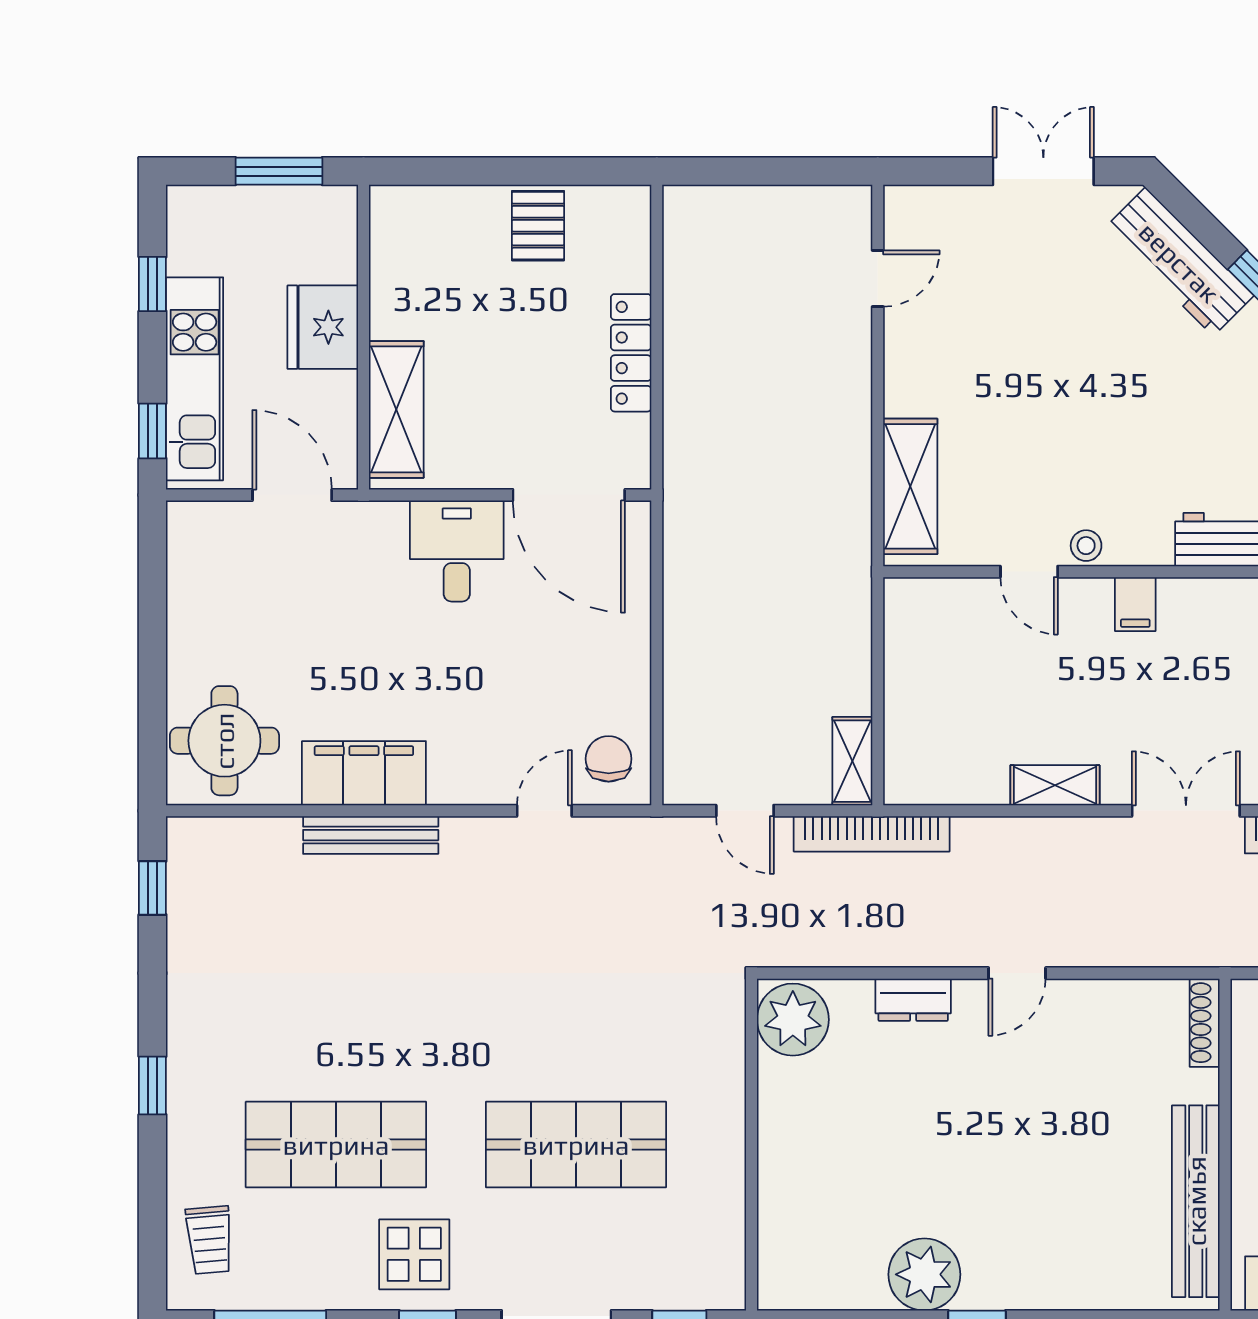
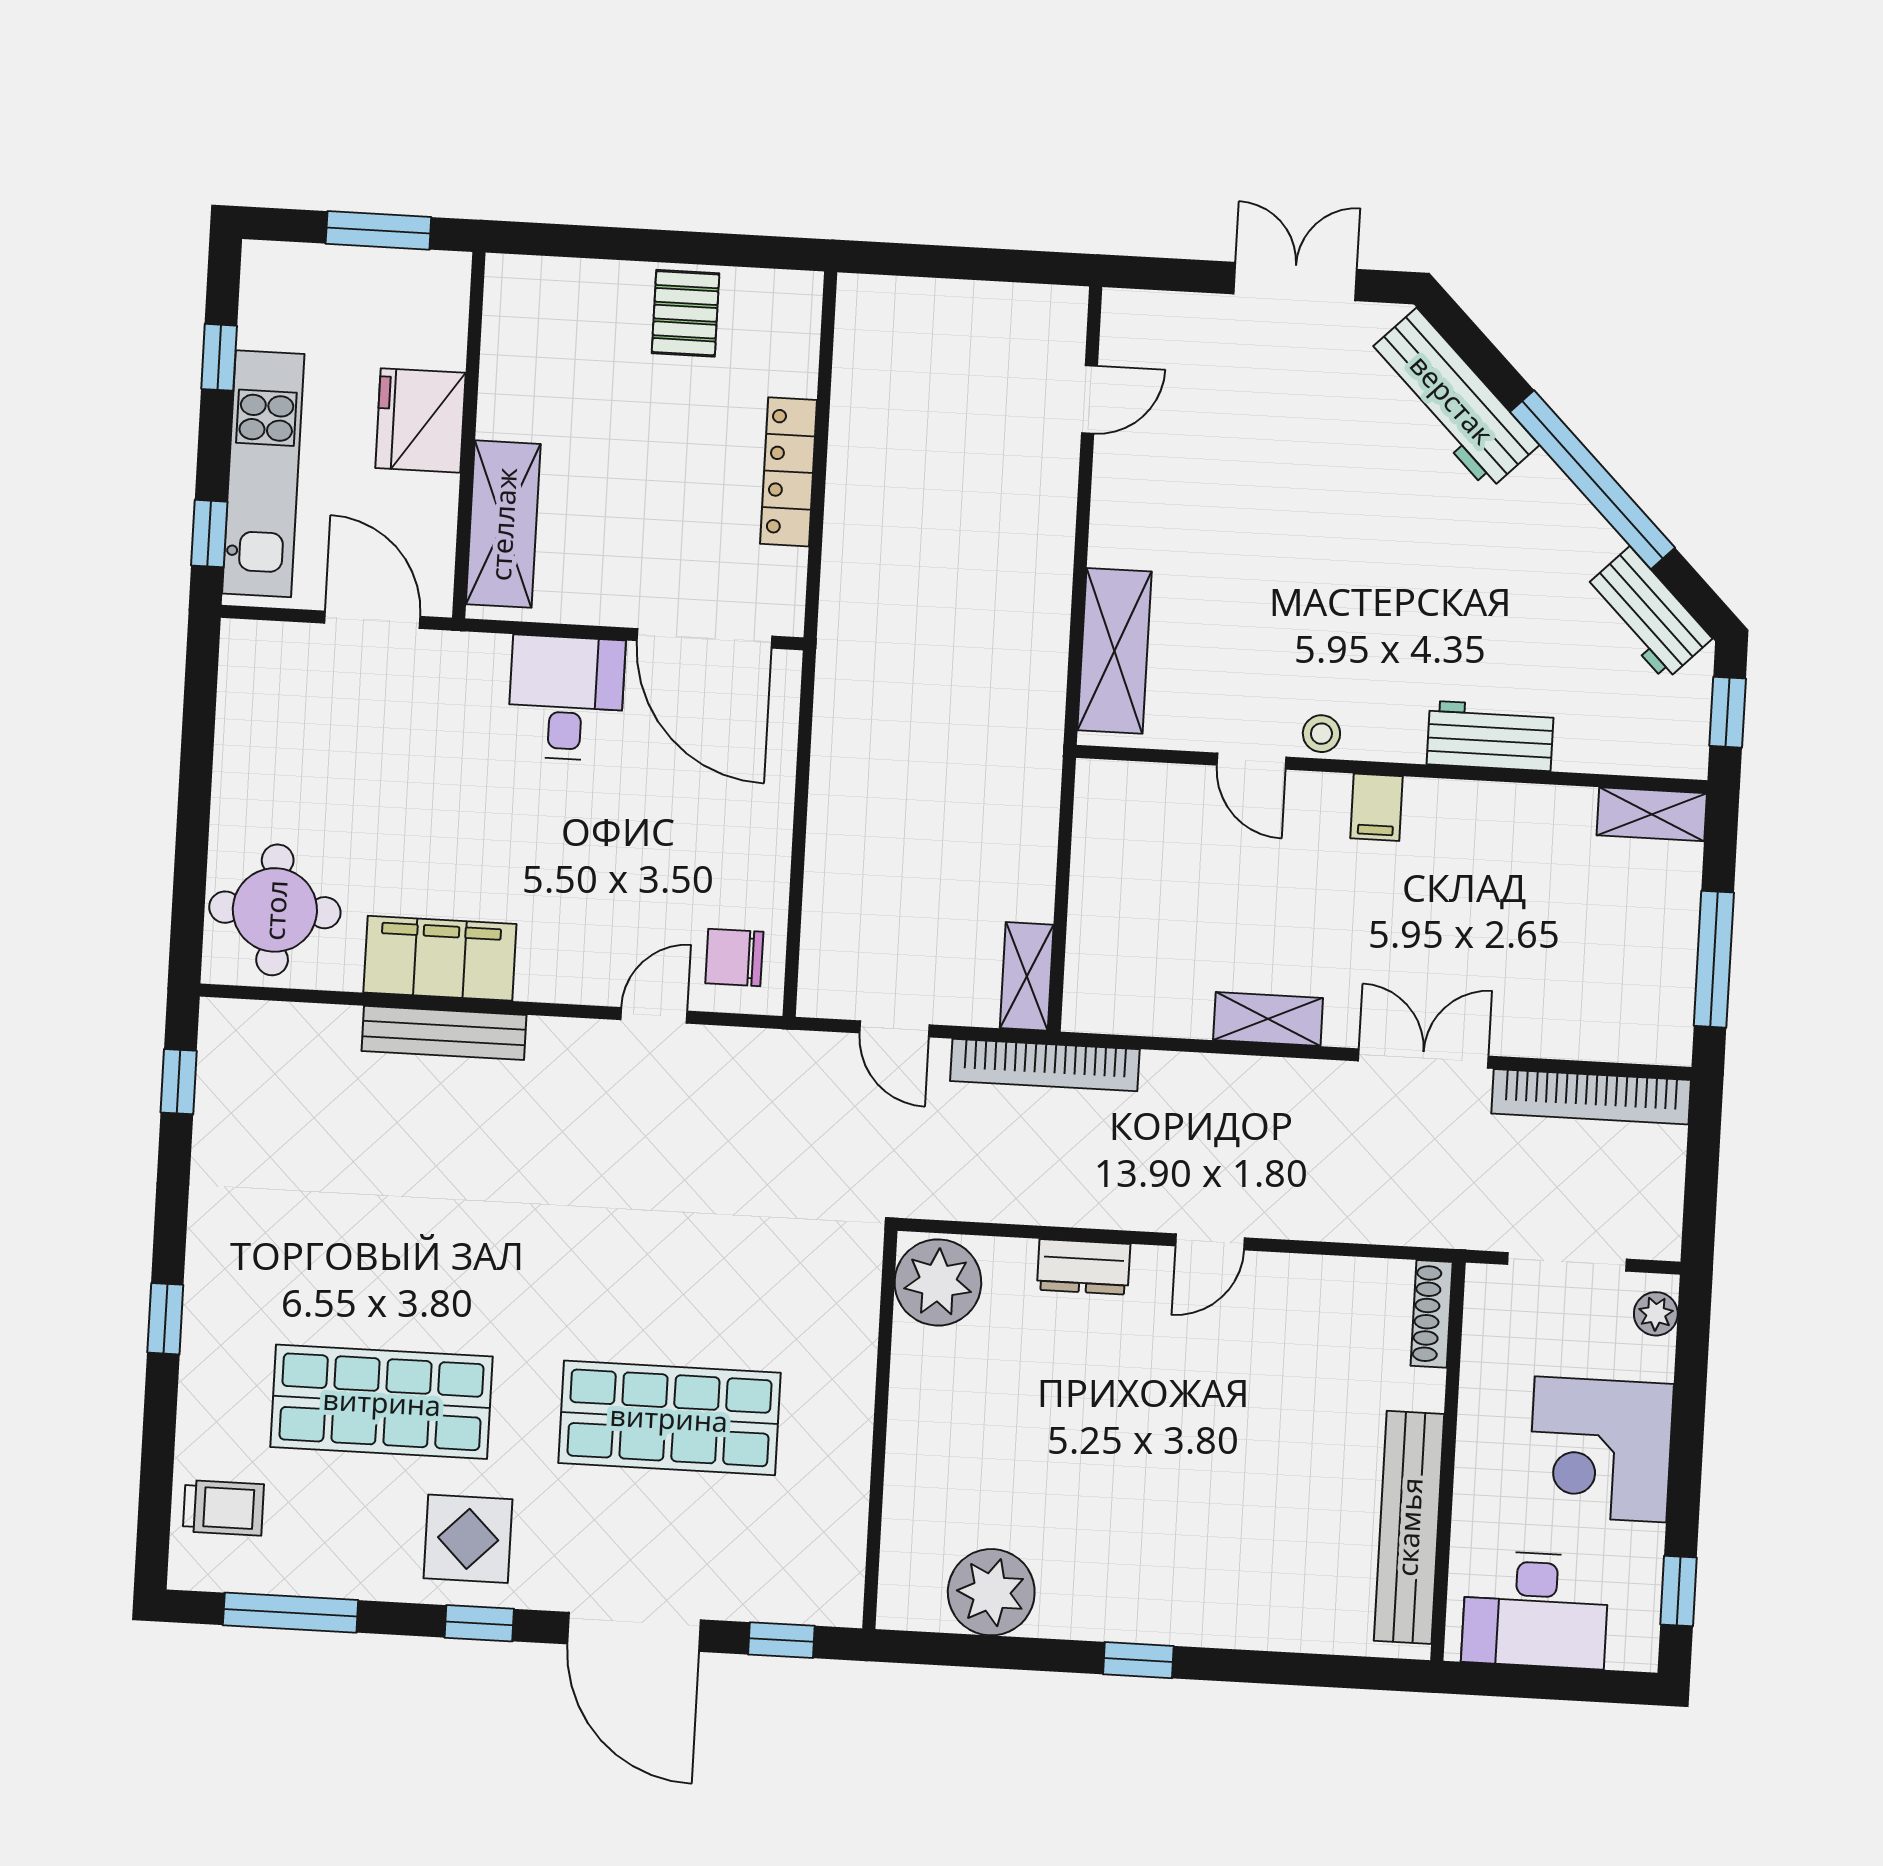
chair: (609, 759) -> (734, 957), turned -90
trolley: (209, 1240) -> (223, 1508), turned -85
plant: (924, 1274) -> (991, 1592), moved

